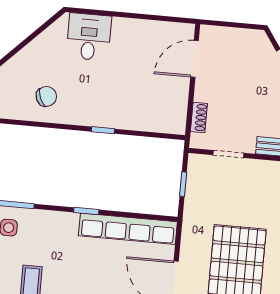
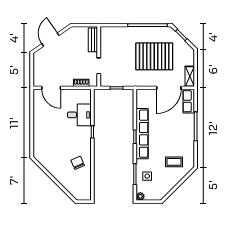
desk: (89, 37) -> (79, 115), moved, turned 180
row of seats: (128, 229) -> (142, 134), moved

